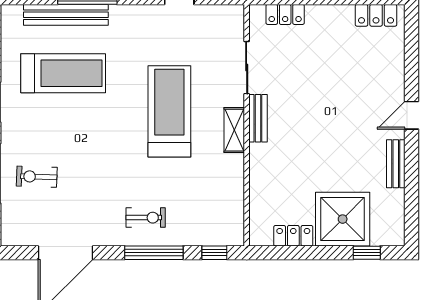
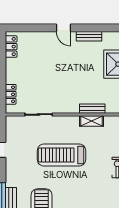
bench: (258, 118) -> (92, 109), moved
shelving: (234, 130) -> (91, 121), moved

